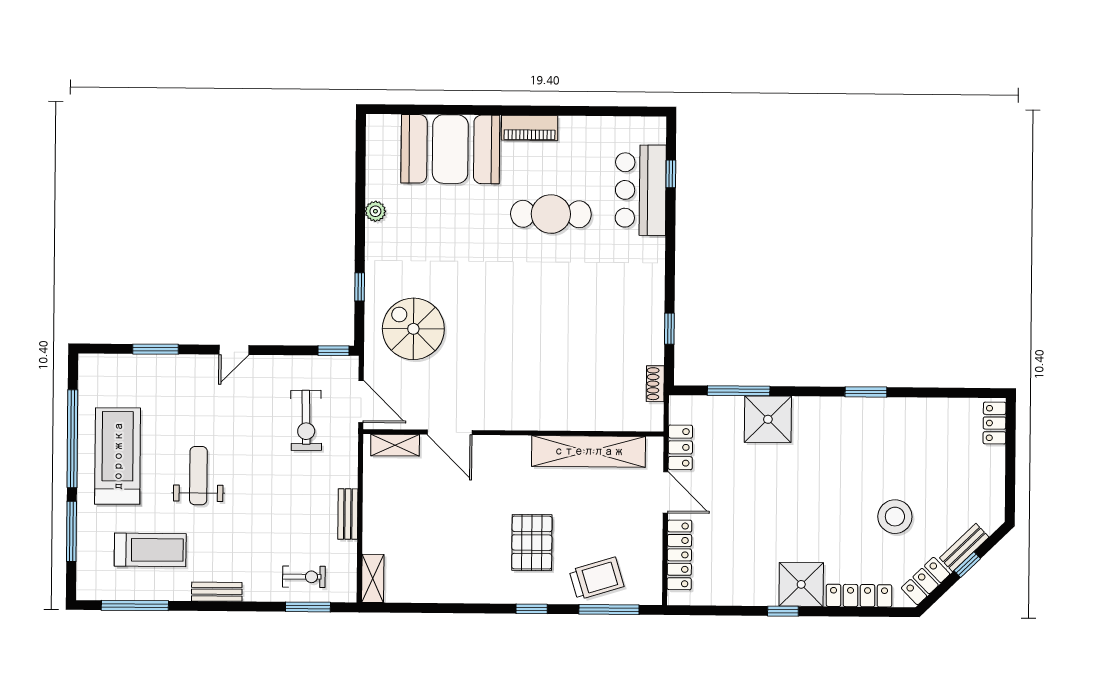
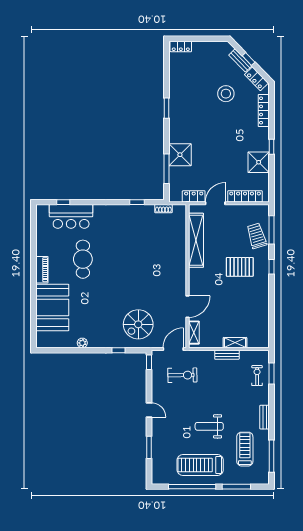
shelving: (373, 578) -> (235, 343), moved
shower: (801, 584) -> (259, 162), moved

